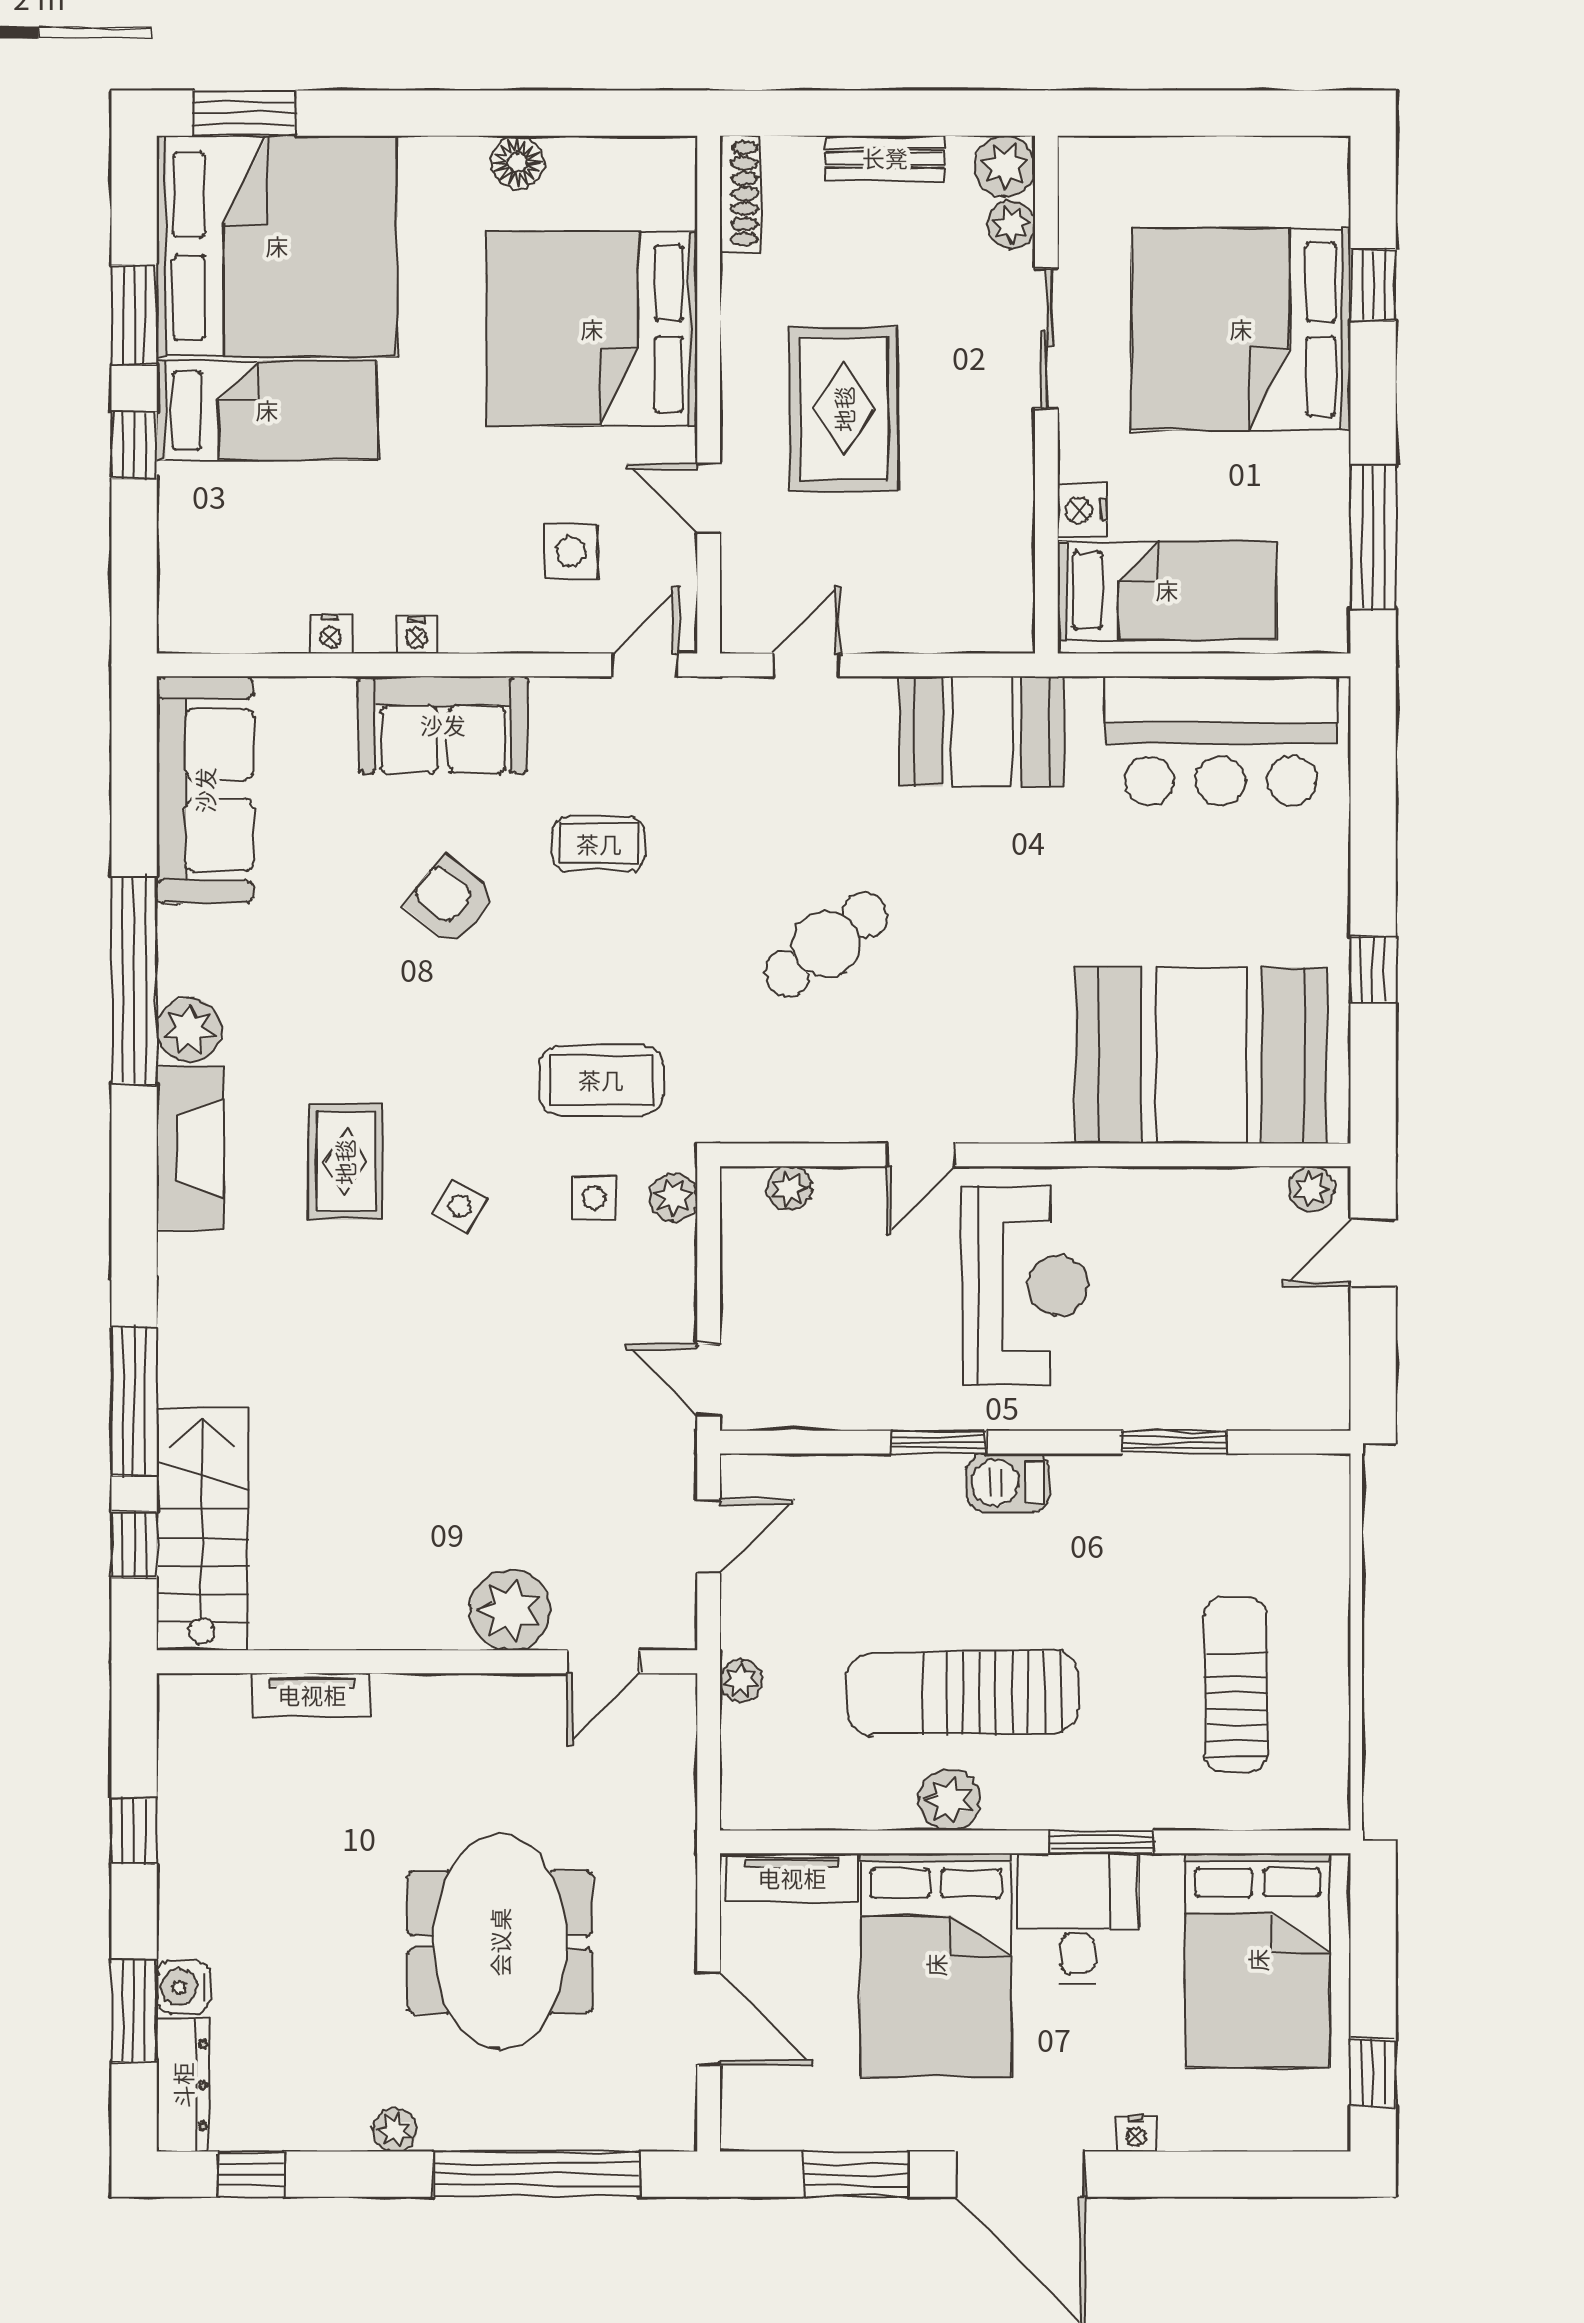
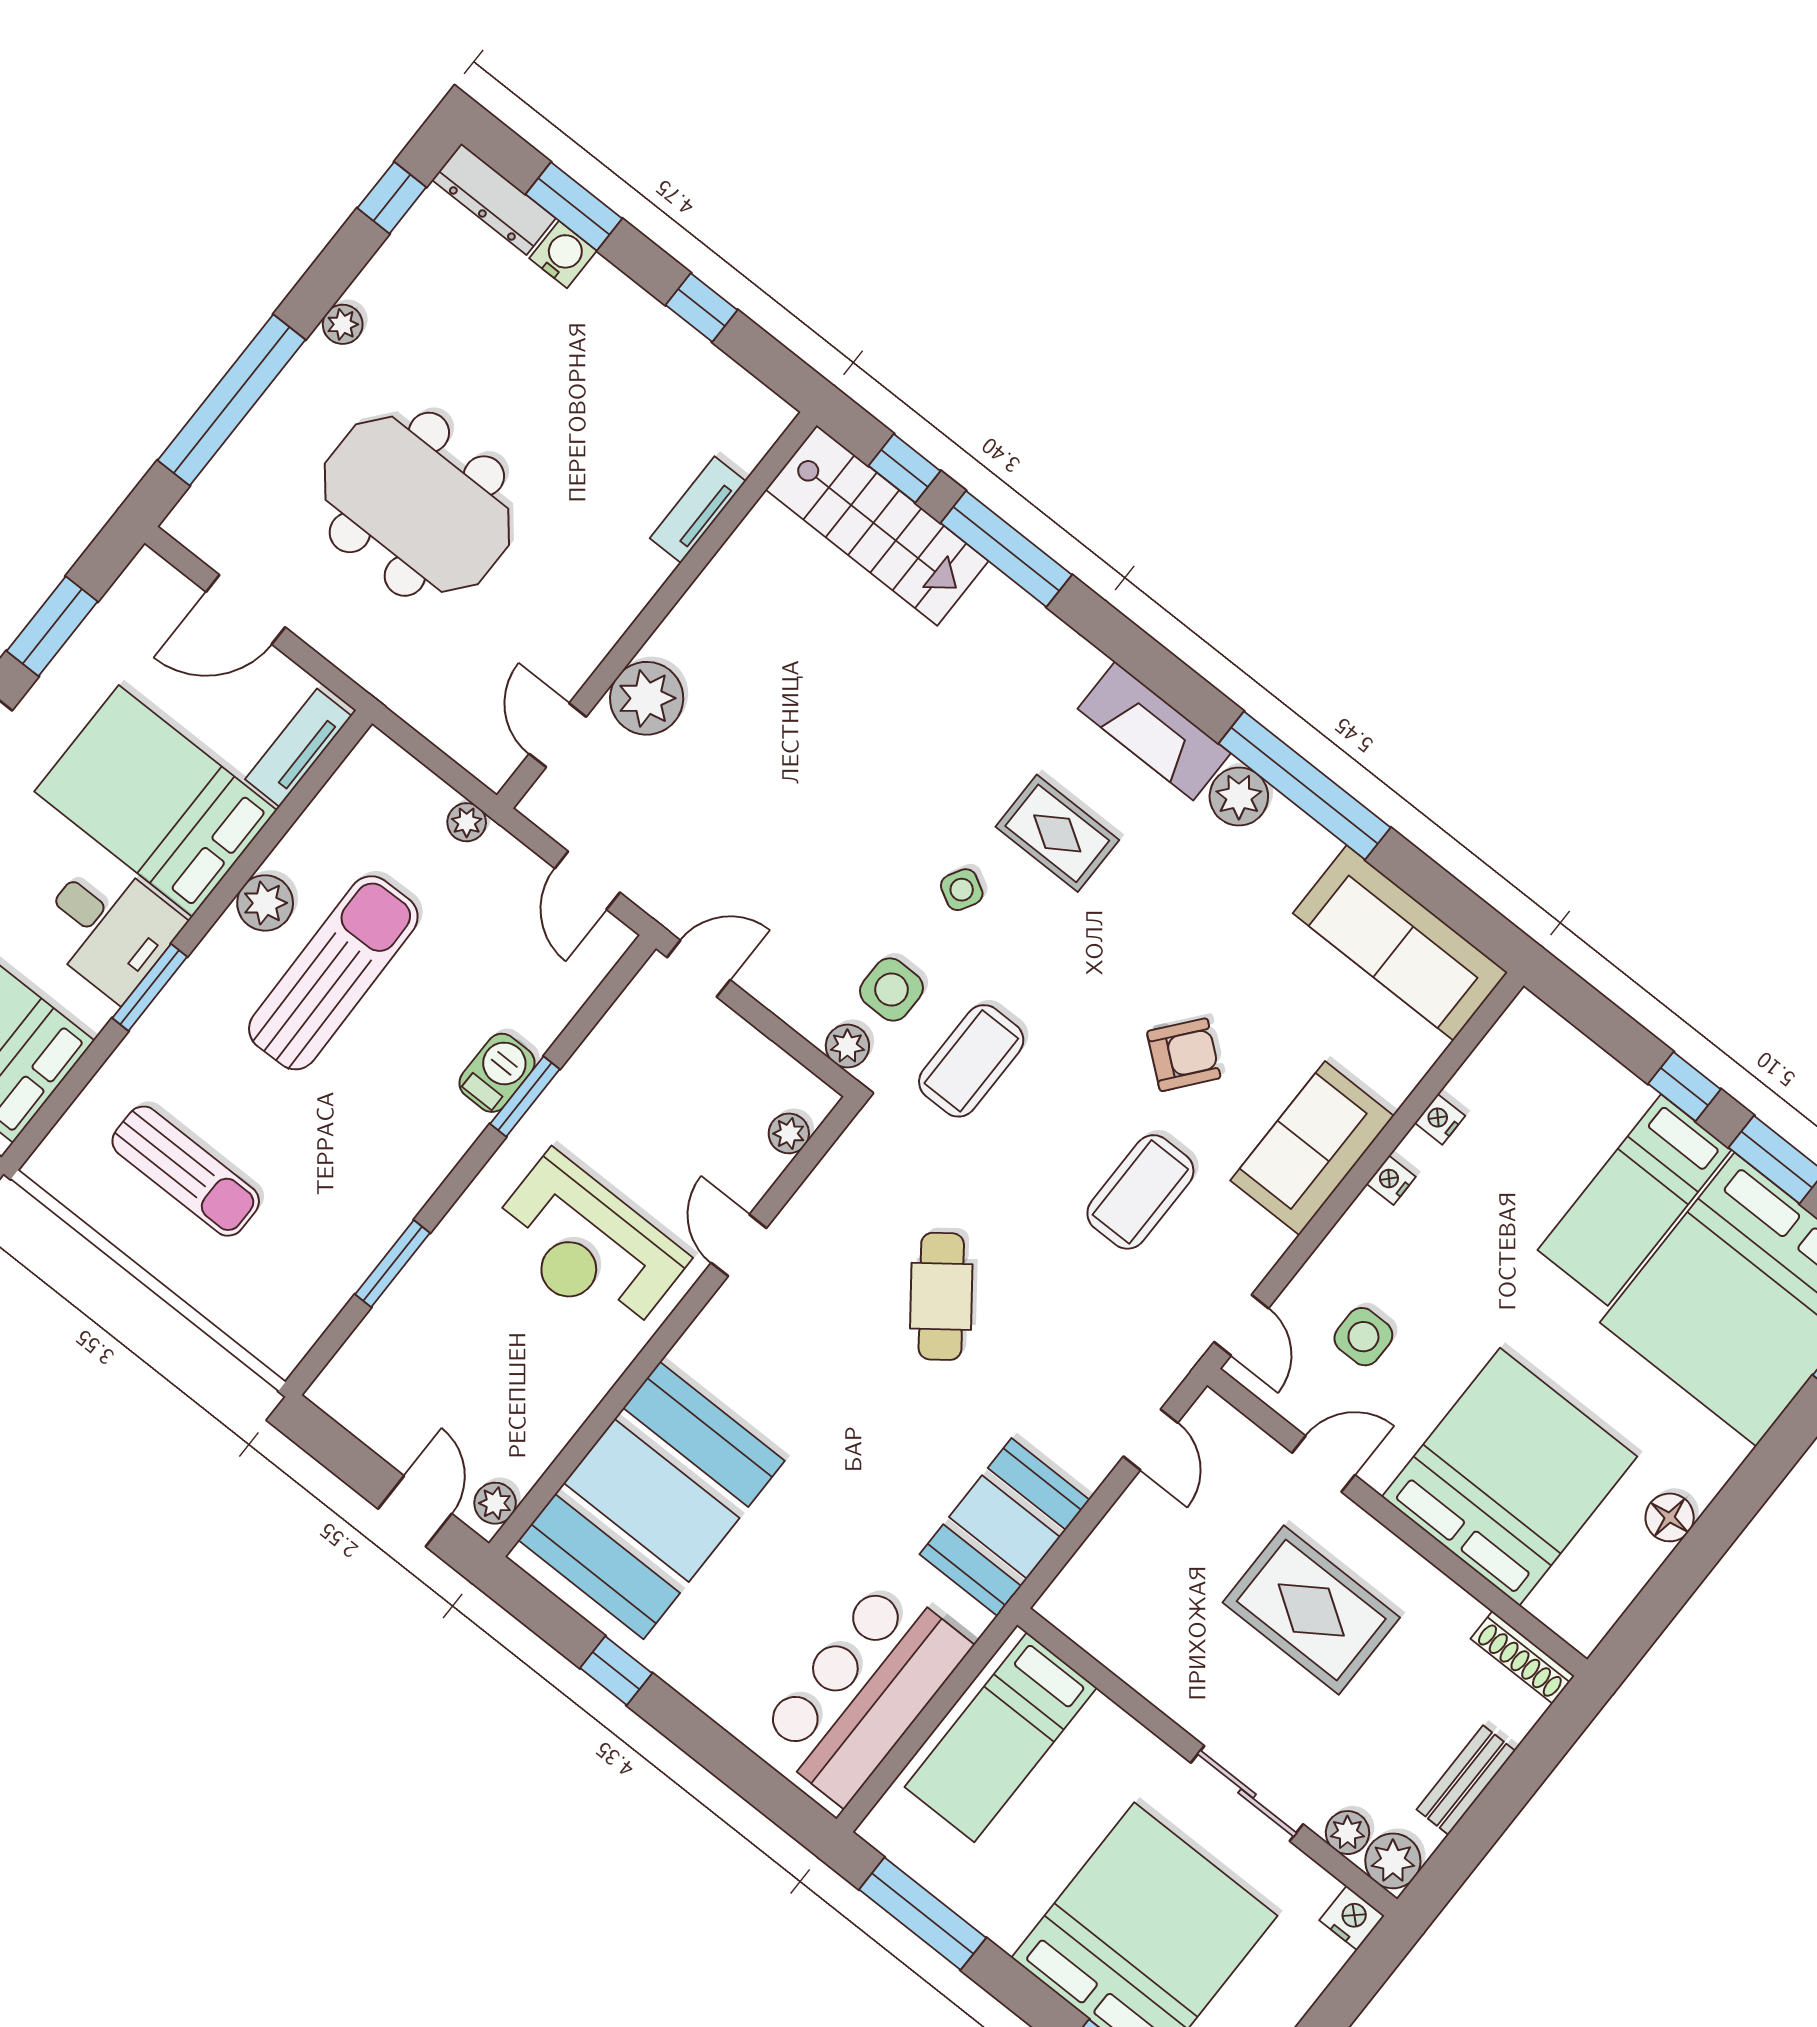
nightstand: (1082, 510) -> (1352, 1918), moved
coffee table: (599, 844) -> (1140, 1192), width x1.36, depth x1.30
side table: (594, 1198) -> (891, 989), width x1.37, depth x1.37
barbecue: (1008, 1483) -> (497, 1073), moved

